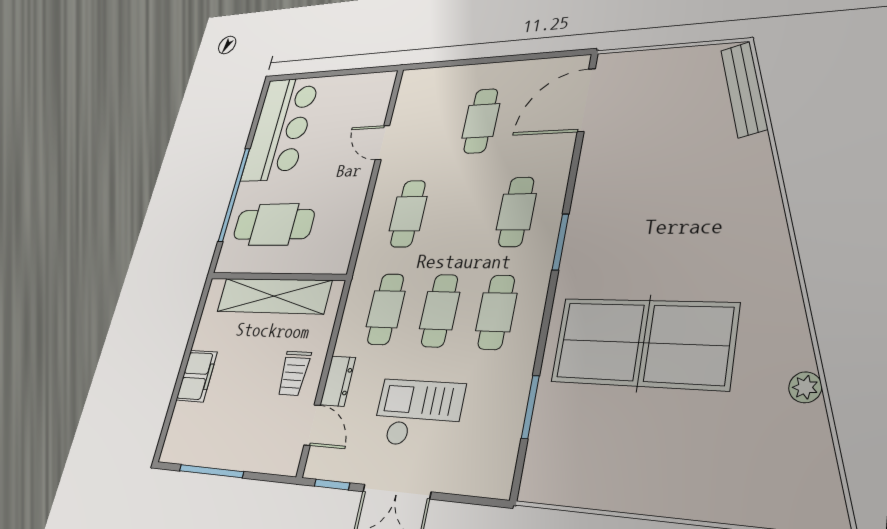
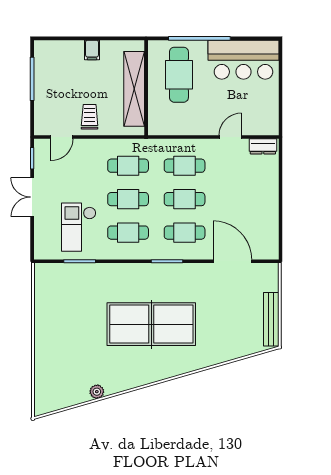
bench: (744, 89) -> (271, 319), moved, turned -74
door: (586, 100) -> (232, 261), moved
cafe table: (481, 121) -> (185, 199), moved
table tennis table: (644, 343) -> (151, 324), moved, turned 90
trolley: (294, 373) -> (90, 117), turned 90
filing cabinet: (197, 376) -> (92, 50), width x0.50
dresser: (338, 381) -> (263, 146), moved
checkout: (418, 413) -> (79, 227), moved, turned 180

